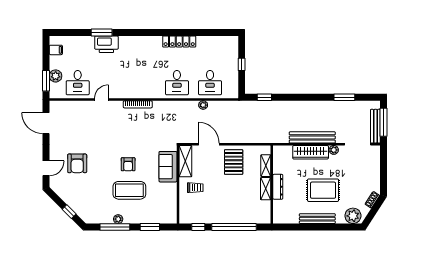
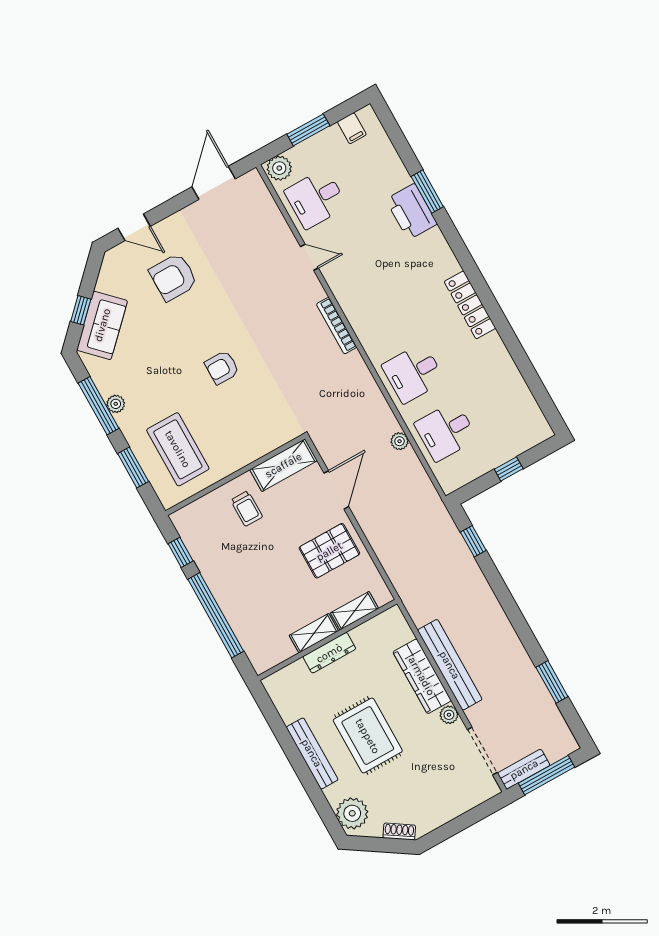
locker: (179, 41) -> (470, 305), moved
plant: (56, 76) -> (279, 168), moved
window: (46, 81) -> (308, 130), moved
bench: (375, 126) -> (524, 769), width x0.73
sofa: (168, 167) -> (102, 325), moved, turned 135
coffee table: (129, 190) -> (178, 449), moved

